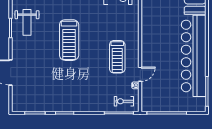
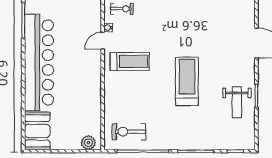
weight bench: (27, 22) -> (237, 102), turned 180
treadmill: (117, 57) -> (130, 61), turned 90

